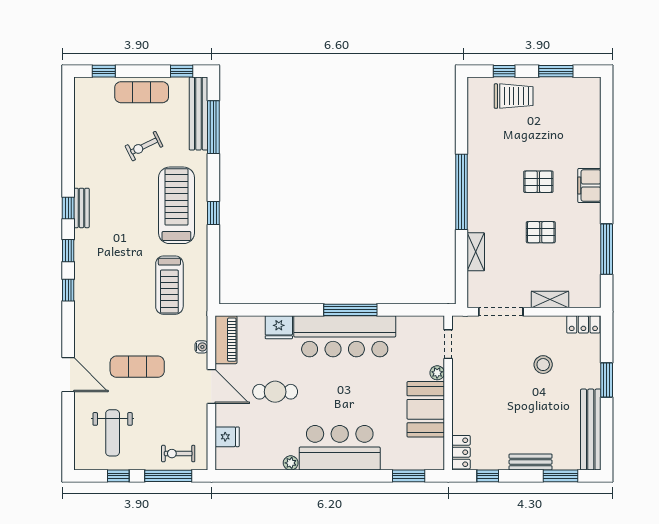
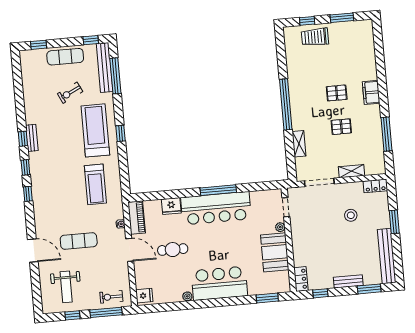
trolley: (514, 96) -> (315, 37), turned 180
fridge: (227, 437) -> (144, 296), moved

